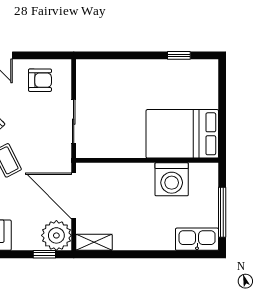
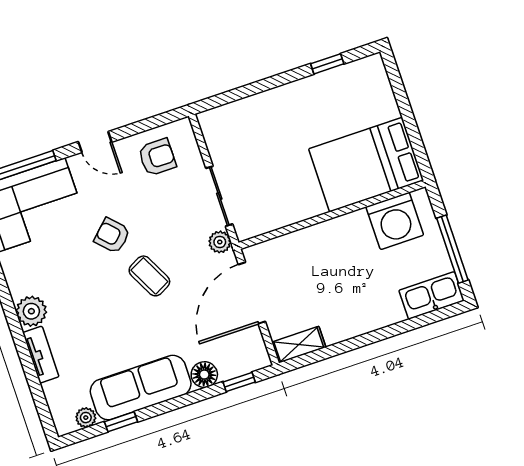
washing machine: (172, 179) -> (395, 221), moved
door: (74, 196) -> (252, 293), hinge flipped
plant: (56, 235) -> (220, 242), moved, width x0.53, depth x0.53
floor lamp: (22, 241) -> (204, 375), added

